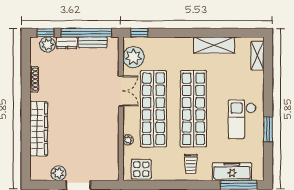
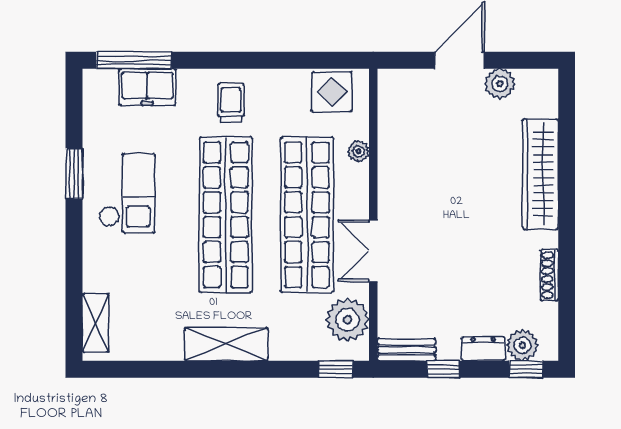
window: (86, 33) -> (443, 369), width x0.32
bench: (93, 42) -> (407, 350), moved
shelving: (214, 45) -> (226, 344), moved
freezer: (232, 172) -> (147, 87), width x0.71

